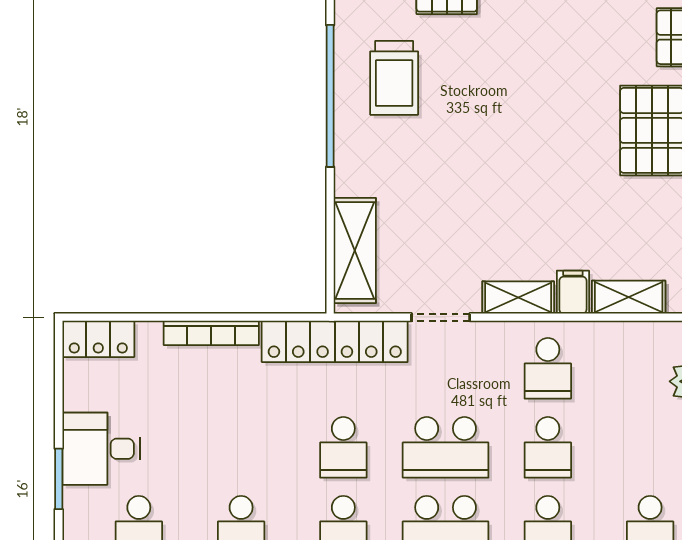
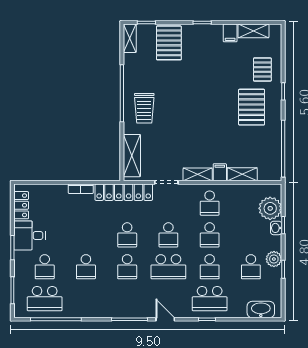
trolley: (394, 78) -> (144, 108), moved
bookcase: (211, 333) -> (81, 189), width x0.64
locker: (98, 339) -> (21, 205), moved, turned -90
school desk: (446, 447) -> (168, 235), width x0.54

